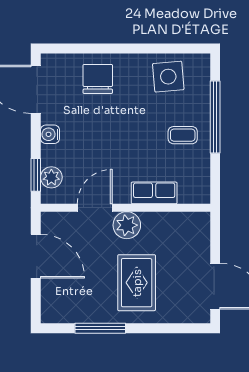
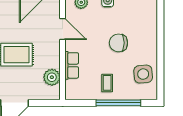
chair: (98, 79) -> (118, 43), moved, turned 180
plant: (127, 225) -> (52, 77), moved

